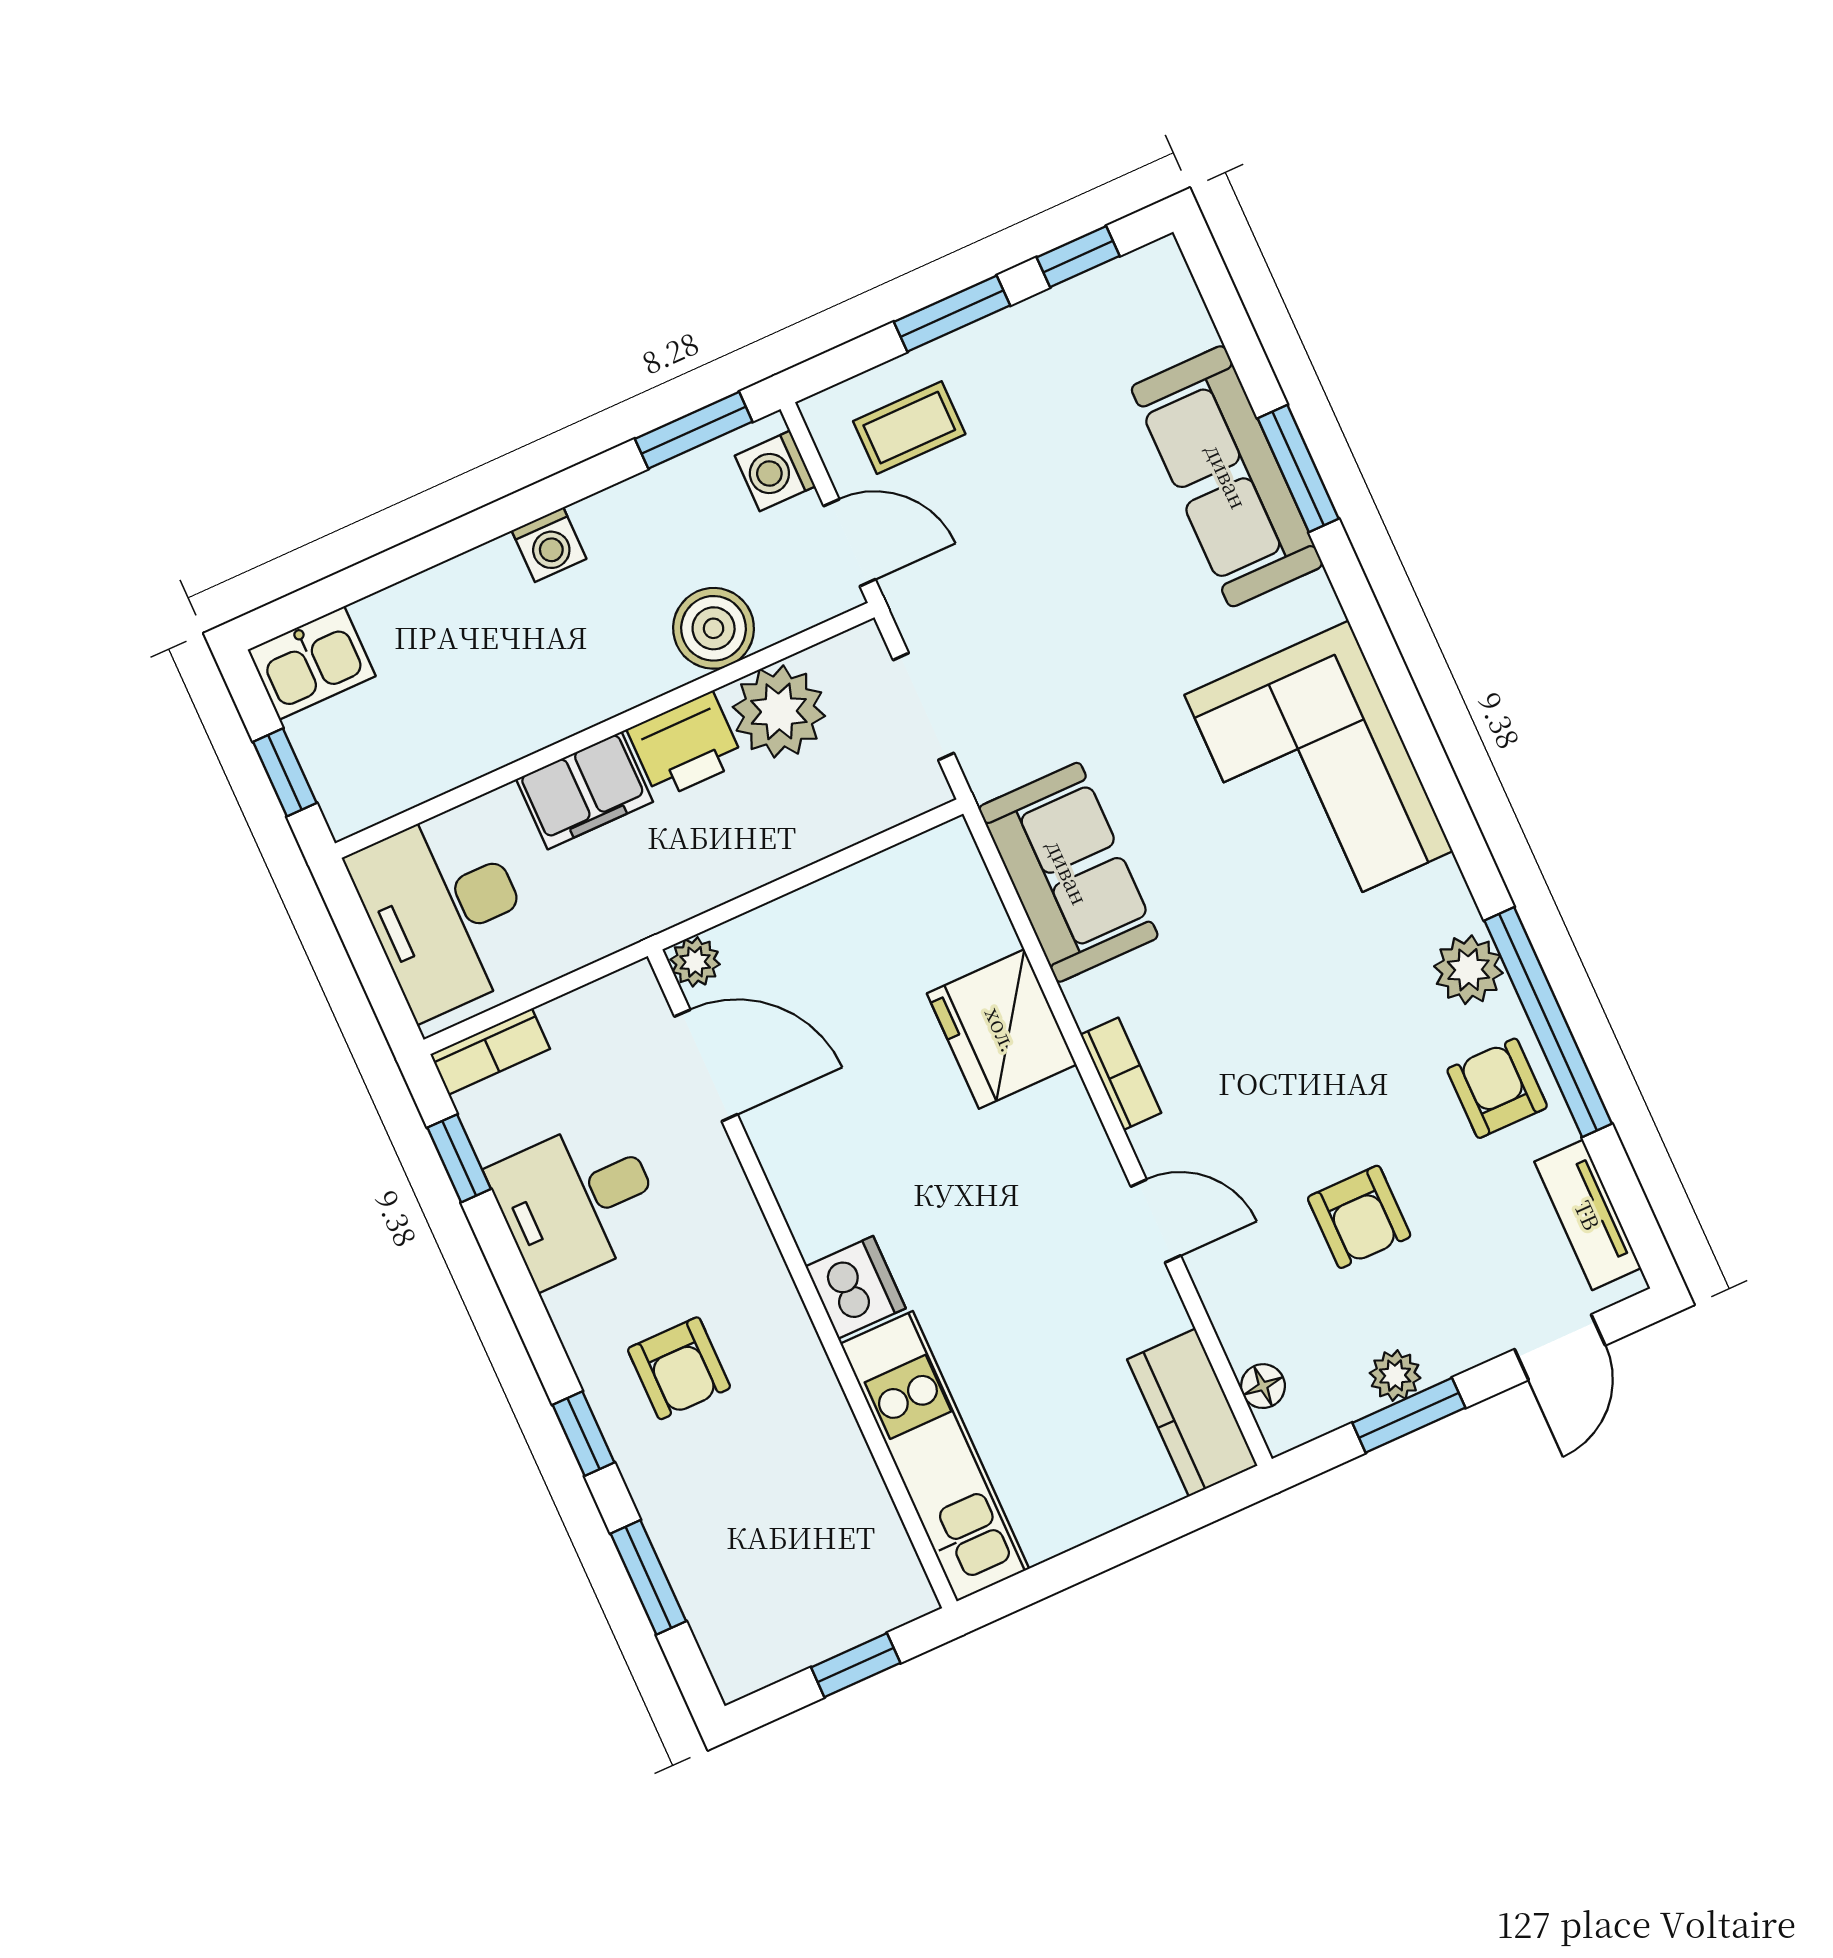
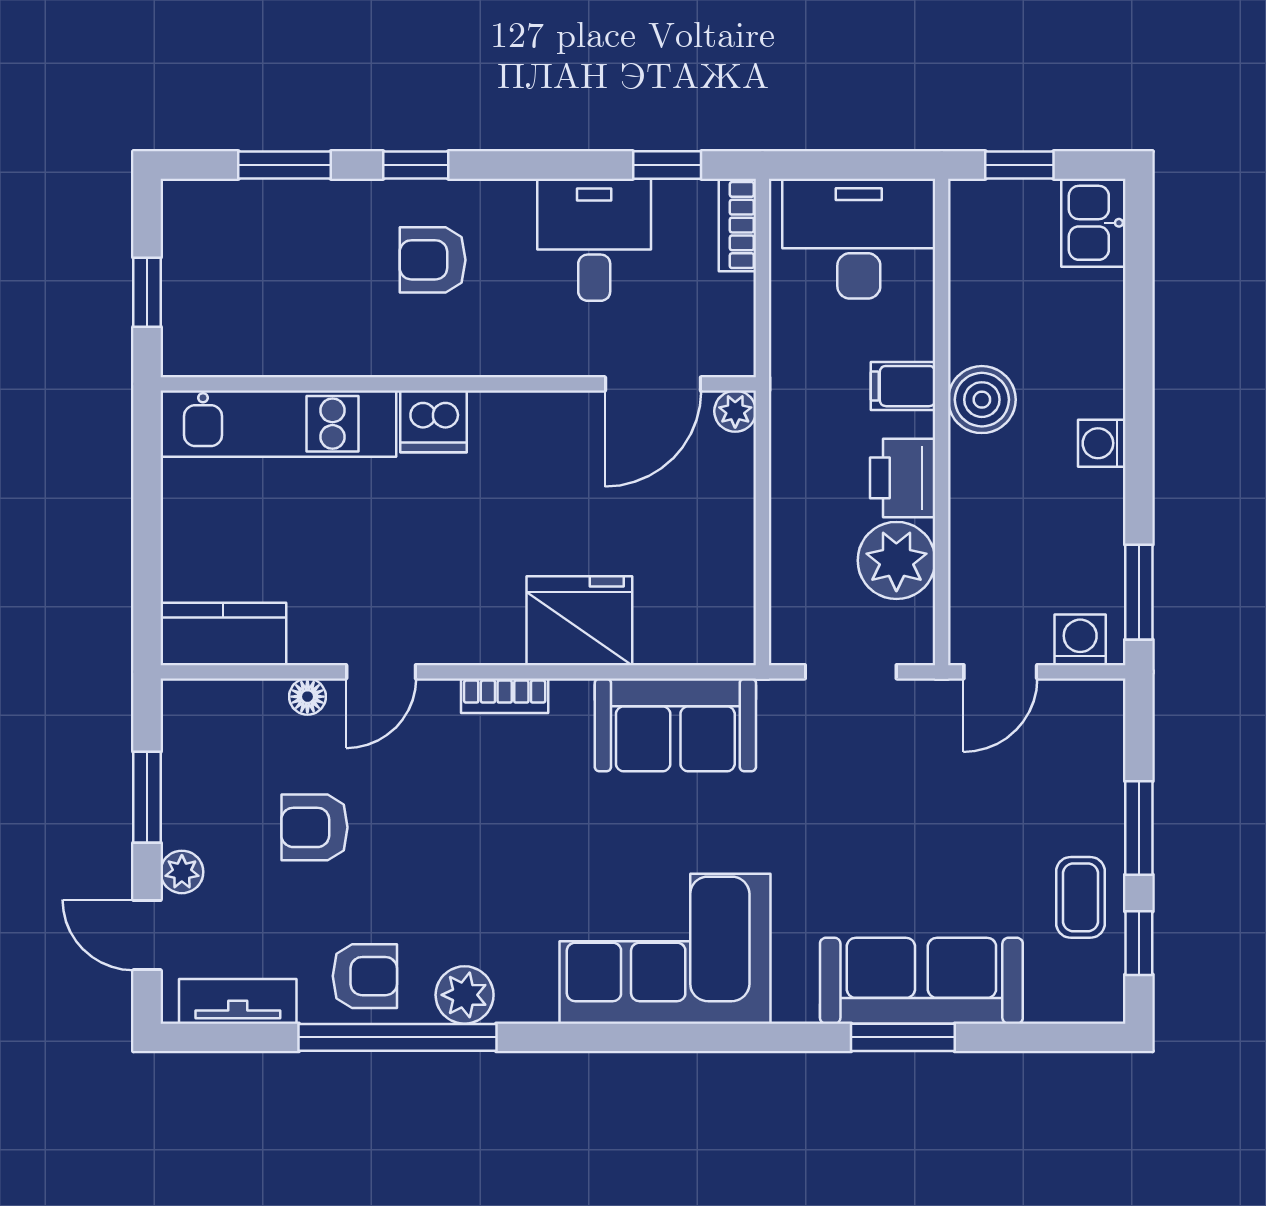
coffee table: (909, 428) -> (1080, 897), moved
boiler: (714, 628) -> (982, 400), moved
filing cabinet: (585, 790) -> (903, 386), width x0.50
plant: (1395, 1376) -> (182, 872), moved
floor lamp: (1263, 1386) -> (307, 697), moved

